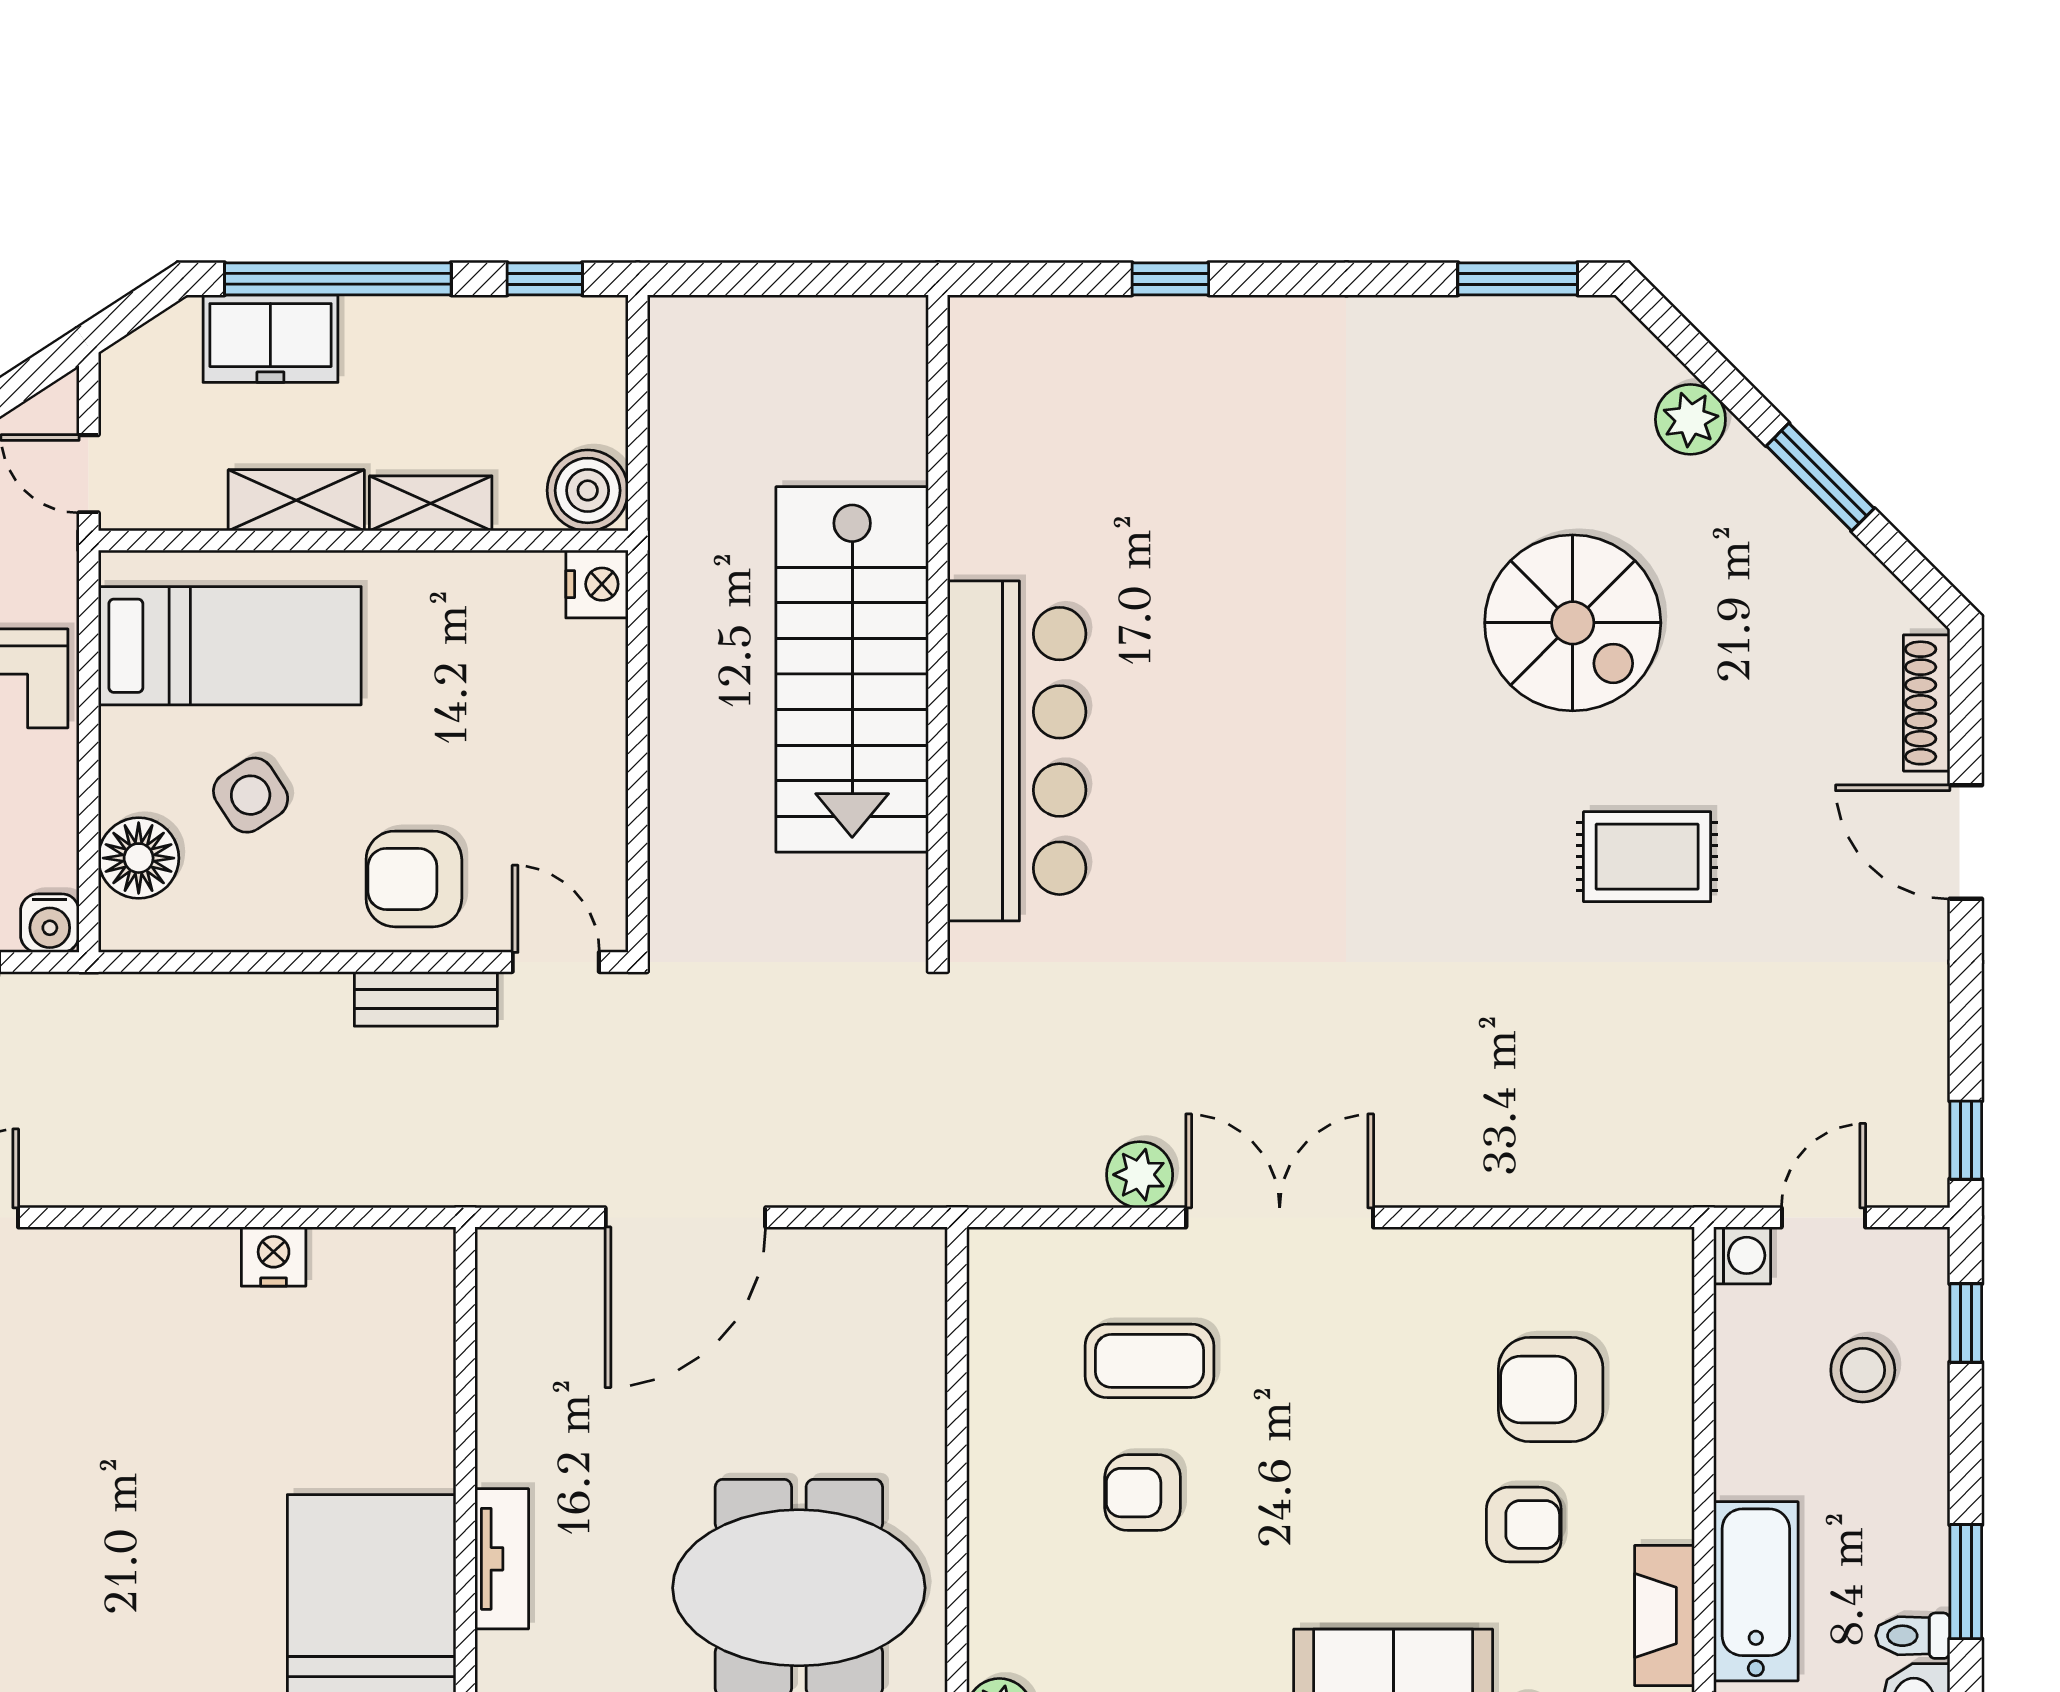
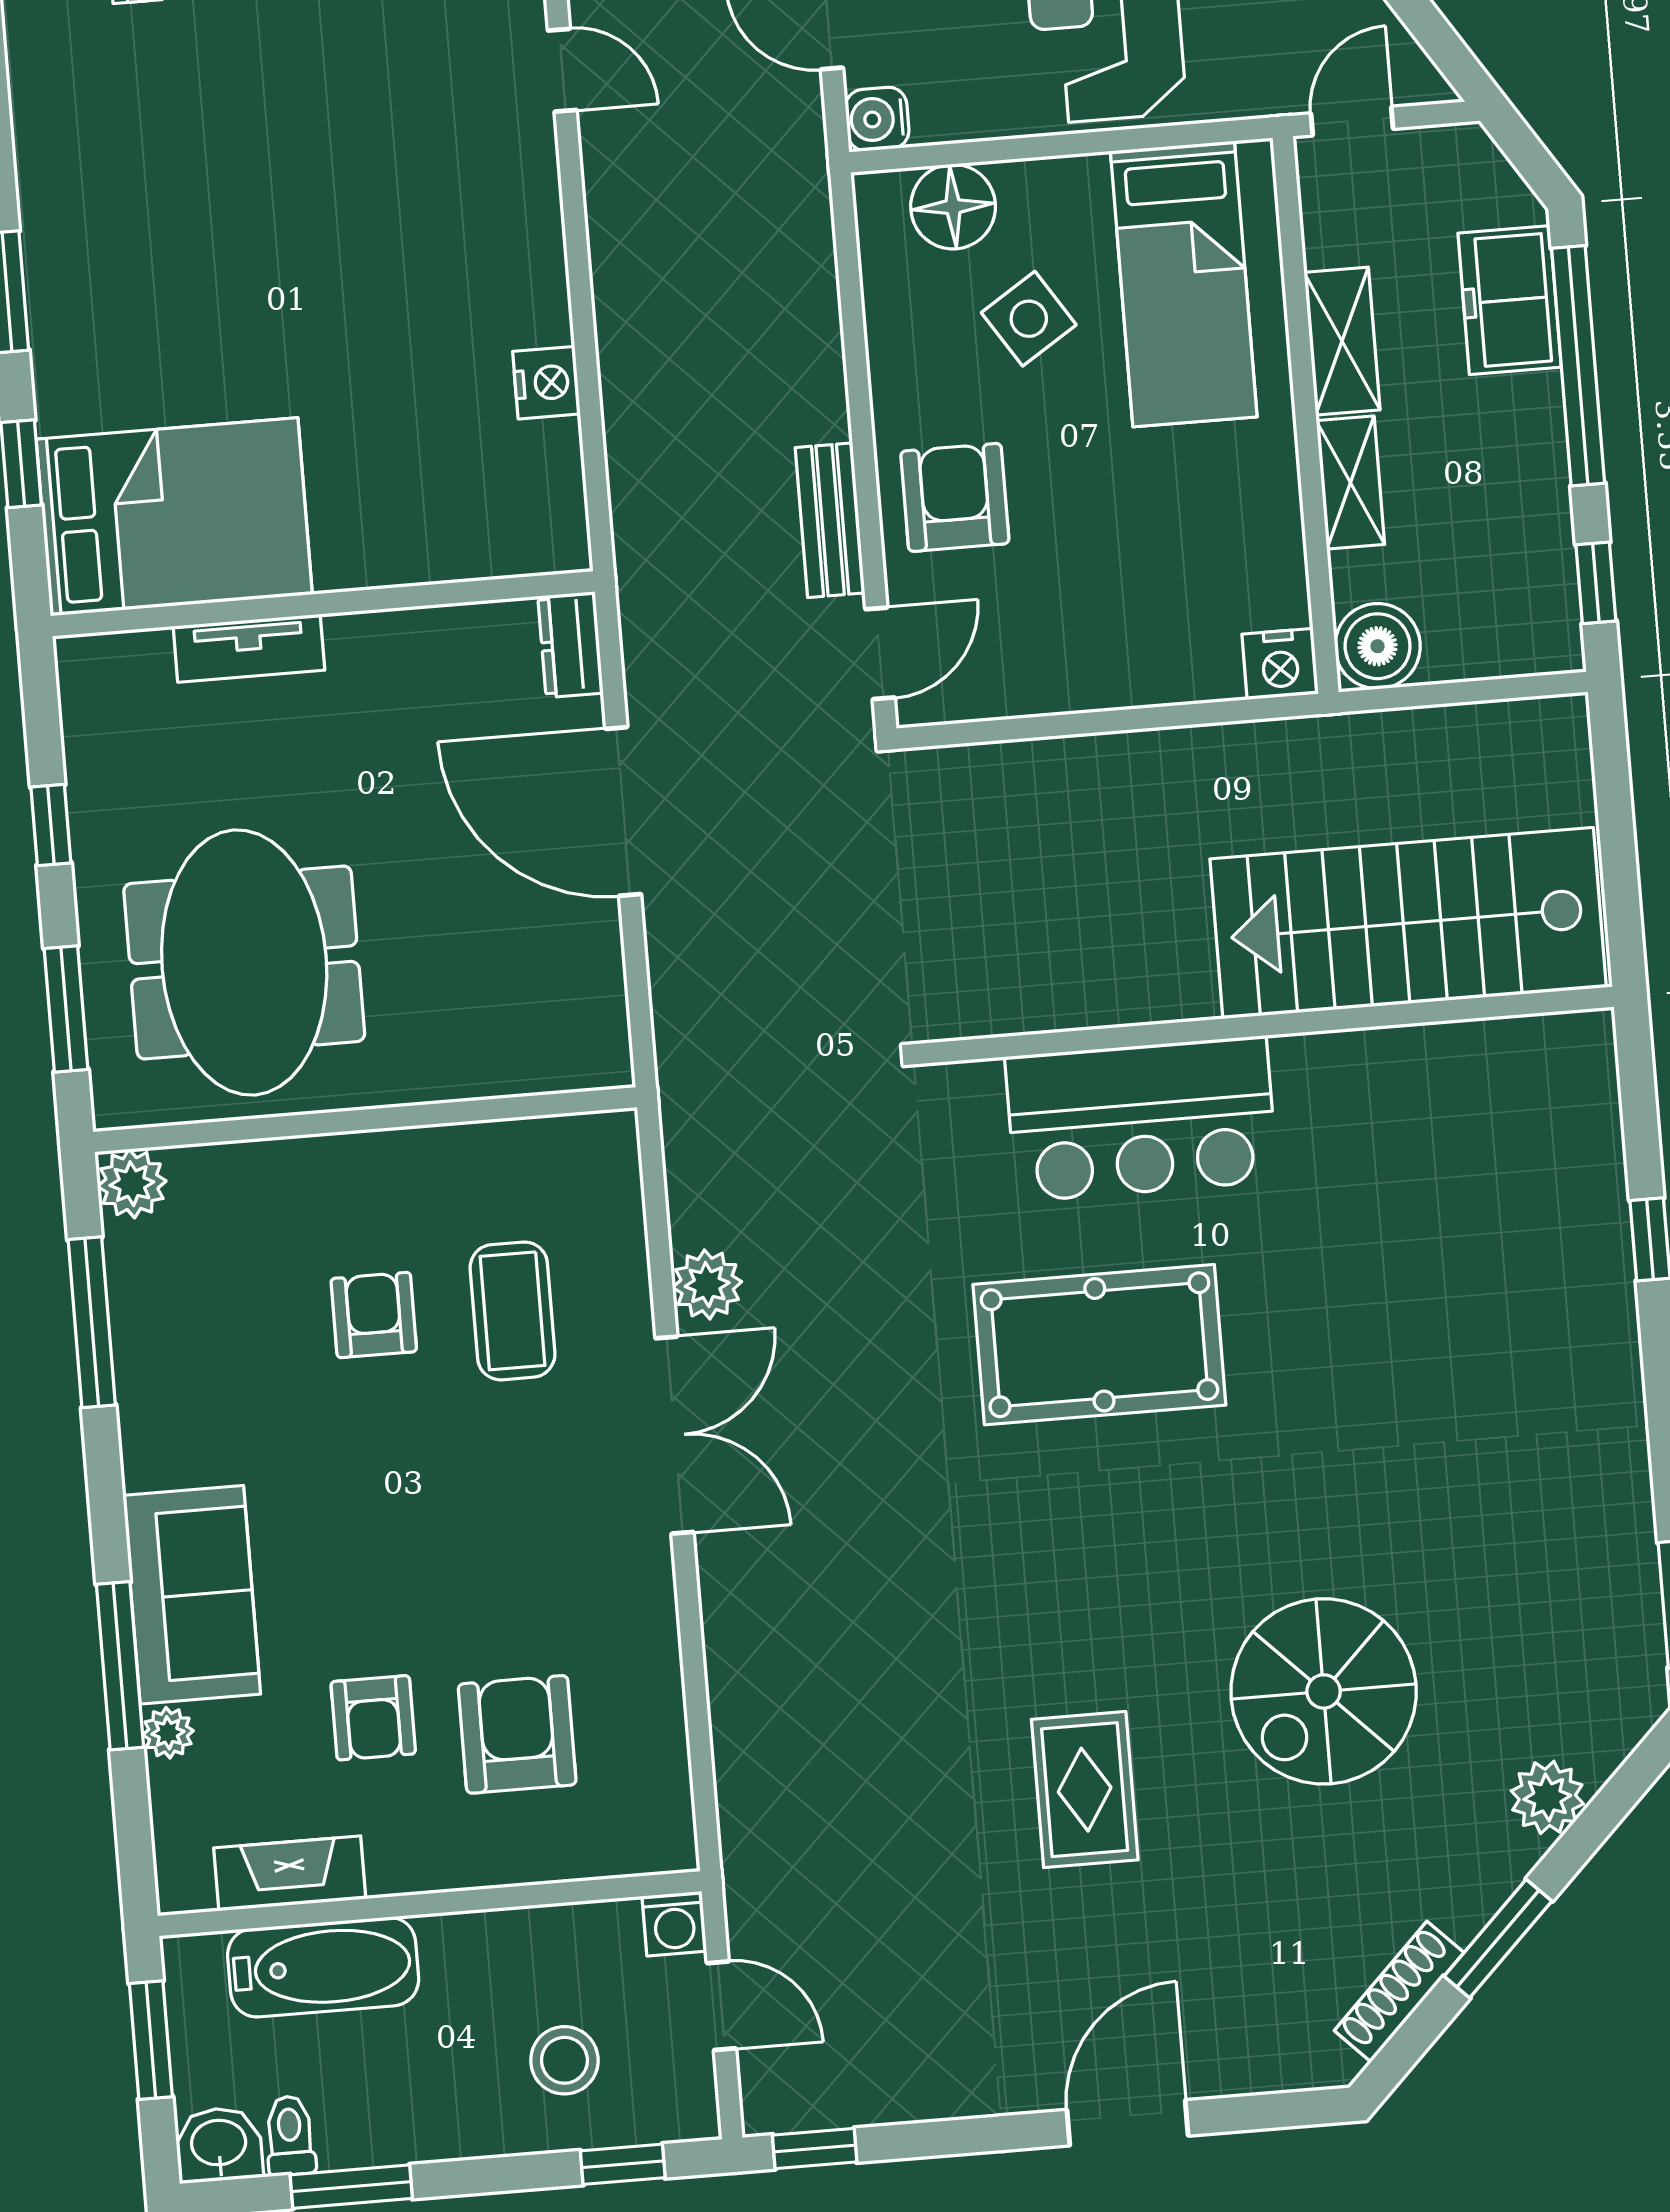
stairs: (852, 669) -> (1408, 923), moved
shoe rack: (1927, 703) -> (1399, 1992), moved, turned -45
bar counter: (1017, 751) -> (1141, 1119), width x0.73
pool table: (1227, 808) -> (1099, 1345), added
dresser: (523, 1254) -> (571, 645), added

